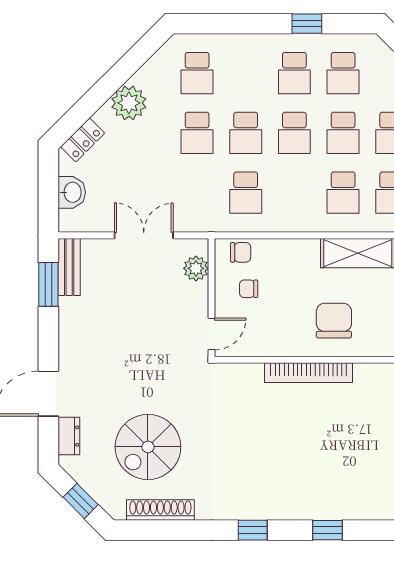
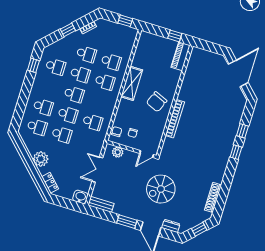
window: (307, 24) -> (33, 65), moved
school desk: (294, 73) -> (43, 107), moved
washbasin: (72, 192) -> (80, 197), moved
window: (48, 284) -> (127, 222), moved
chair: (334, 321) -> (157, 102), turned -67
door: (211, 334) -> (147, 154), swing flipped
spiral stairs: (148, 447) -> (161, 189), moved, turned 90
window: (253, 530) -> (236, 152), moved

